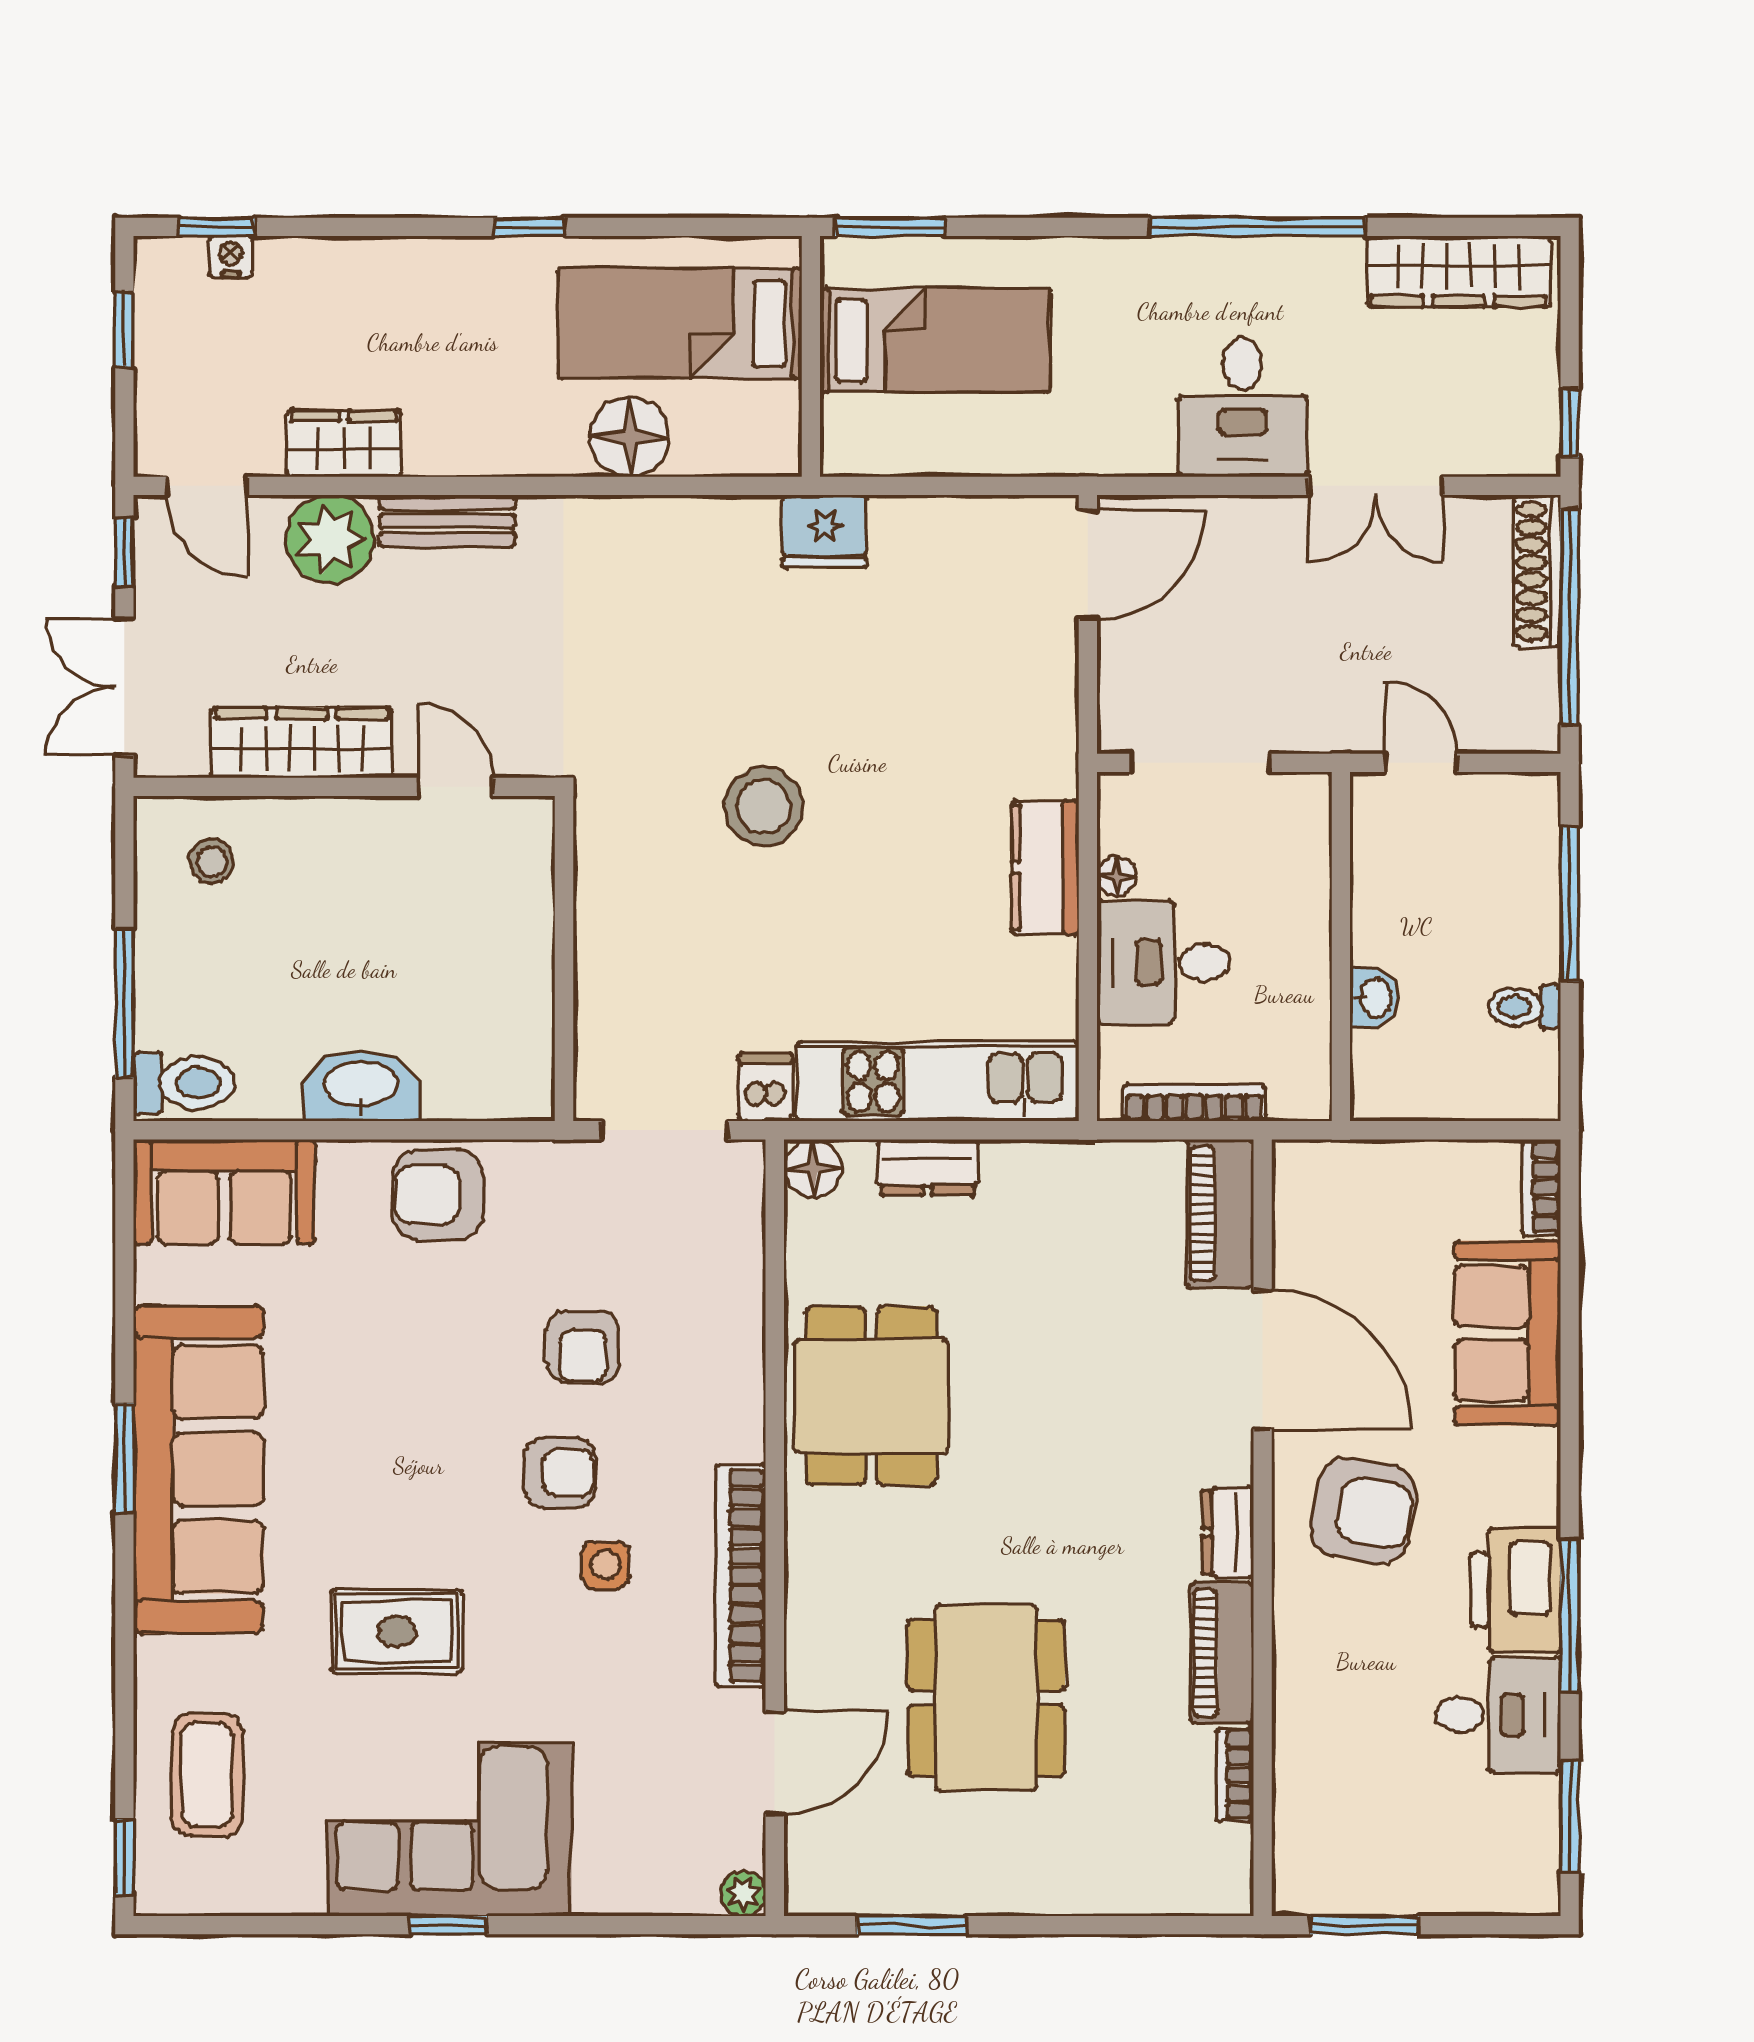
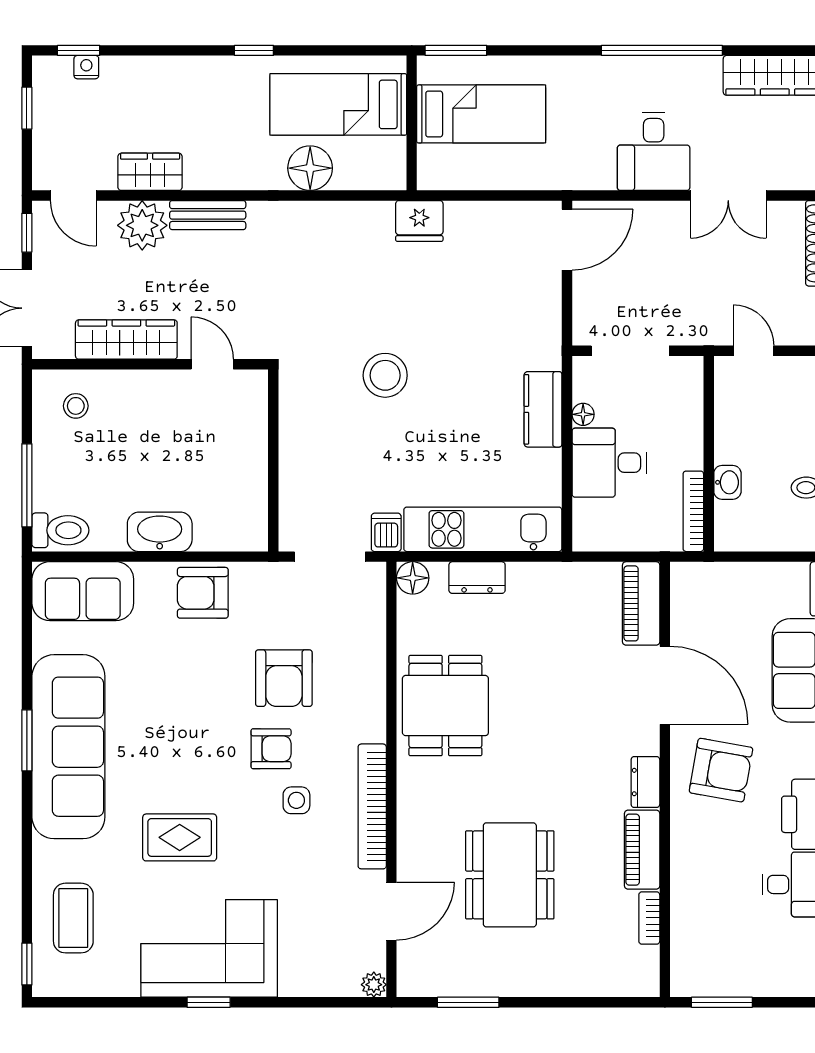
bookcase: (1194, 1103) -> (693, 511), moved, turned -90
armchair: (583, 1347) -> (284, 678), width x1.38, depth x1.38

